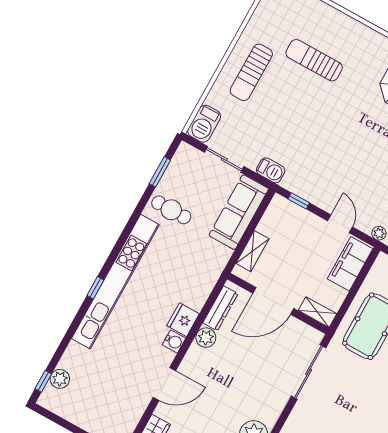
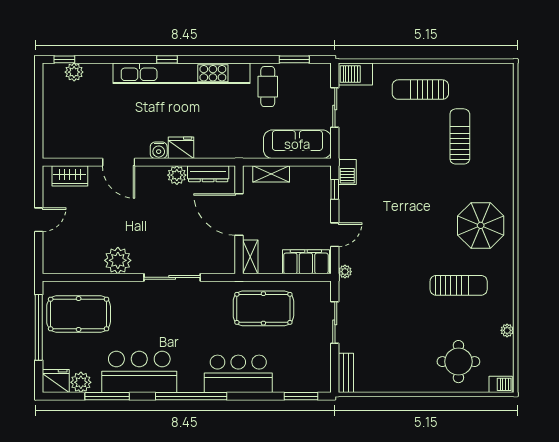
barbecue: (271, 170) -> (347, 172), moved
sliding door: (309, 372) -> (172, 277), moved

